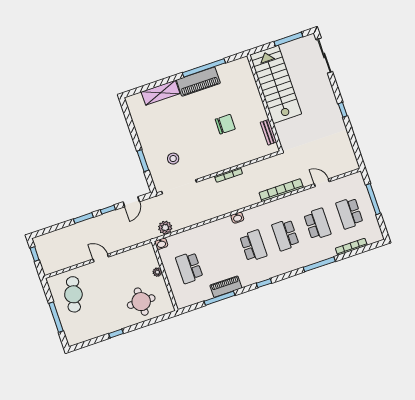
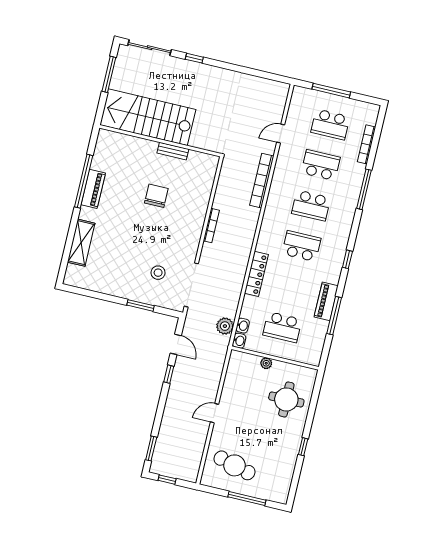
piano: (198, 82) -> (93, 189), width x0.73, depth x0.75
window: (343, 110) -> (194, 58), moved
bench: (269, 132) -> (173, 151), moved
window: (83, 218) -> (151, 448), moved
washbasin: (237, 218) -> (243, 326), moved
locker: (215, 227) -> (256, 274), added

